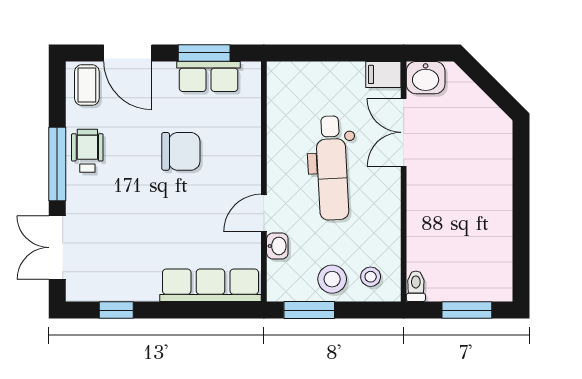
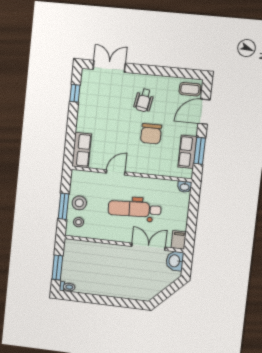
wheelchair: (87, 151) -> (144, 100), moved, turned 100
window: (57, 164) -> (151, 70), removed
door: (264, 213) -> (116, 172), hinge flipped
washbasin: (277, 246) -> (185, 187), moved
row of seats: (210, 285) -> (82, 150), width x0.68
toilet: (416, 286) -> (67, 287), moved
window: (309, 310) -> (64, 206), moved

